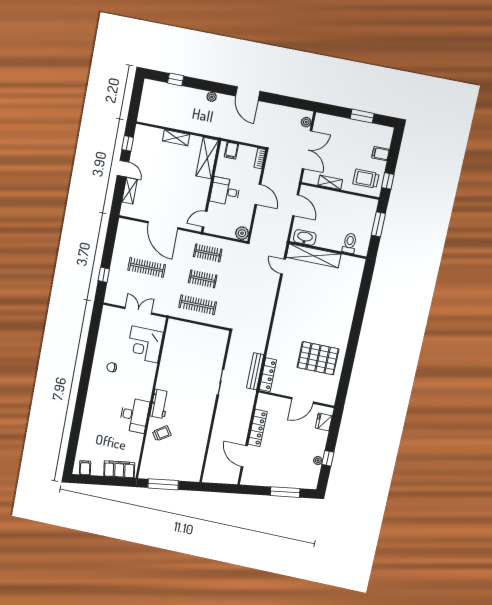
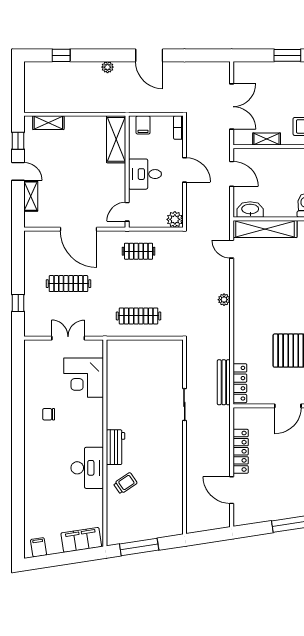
plant: (306, 122) -> (224, 300), moved
shelving: (176, 138) -> (48, 123), moved
clothes rail: (203, 279) -> (139, 284), removed

